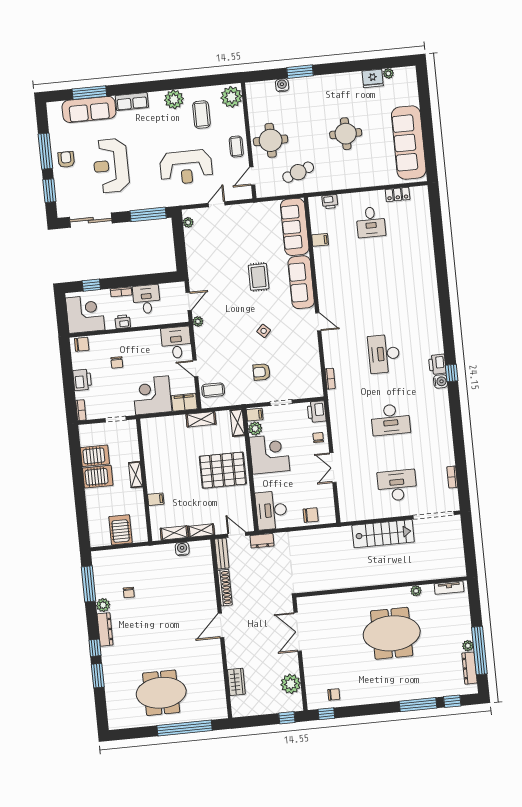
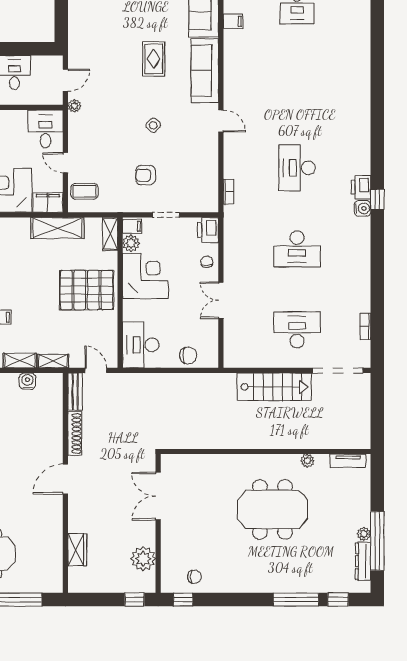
shelving: (201, 419) -> (57, 228), width x1.50, depth x1.33
dresser: (262, 541) -> (126, 381), removed

